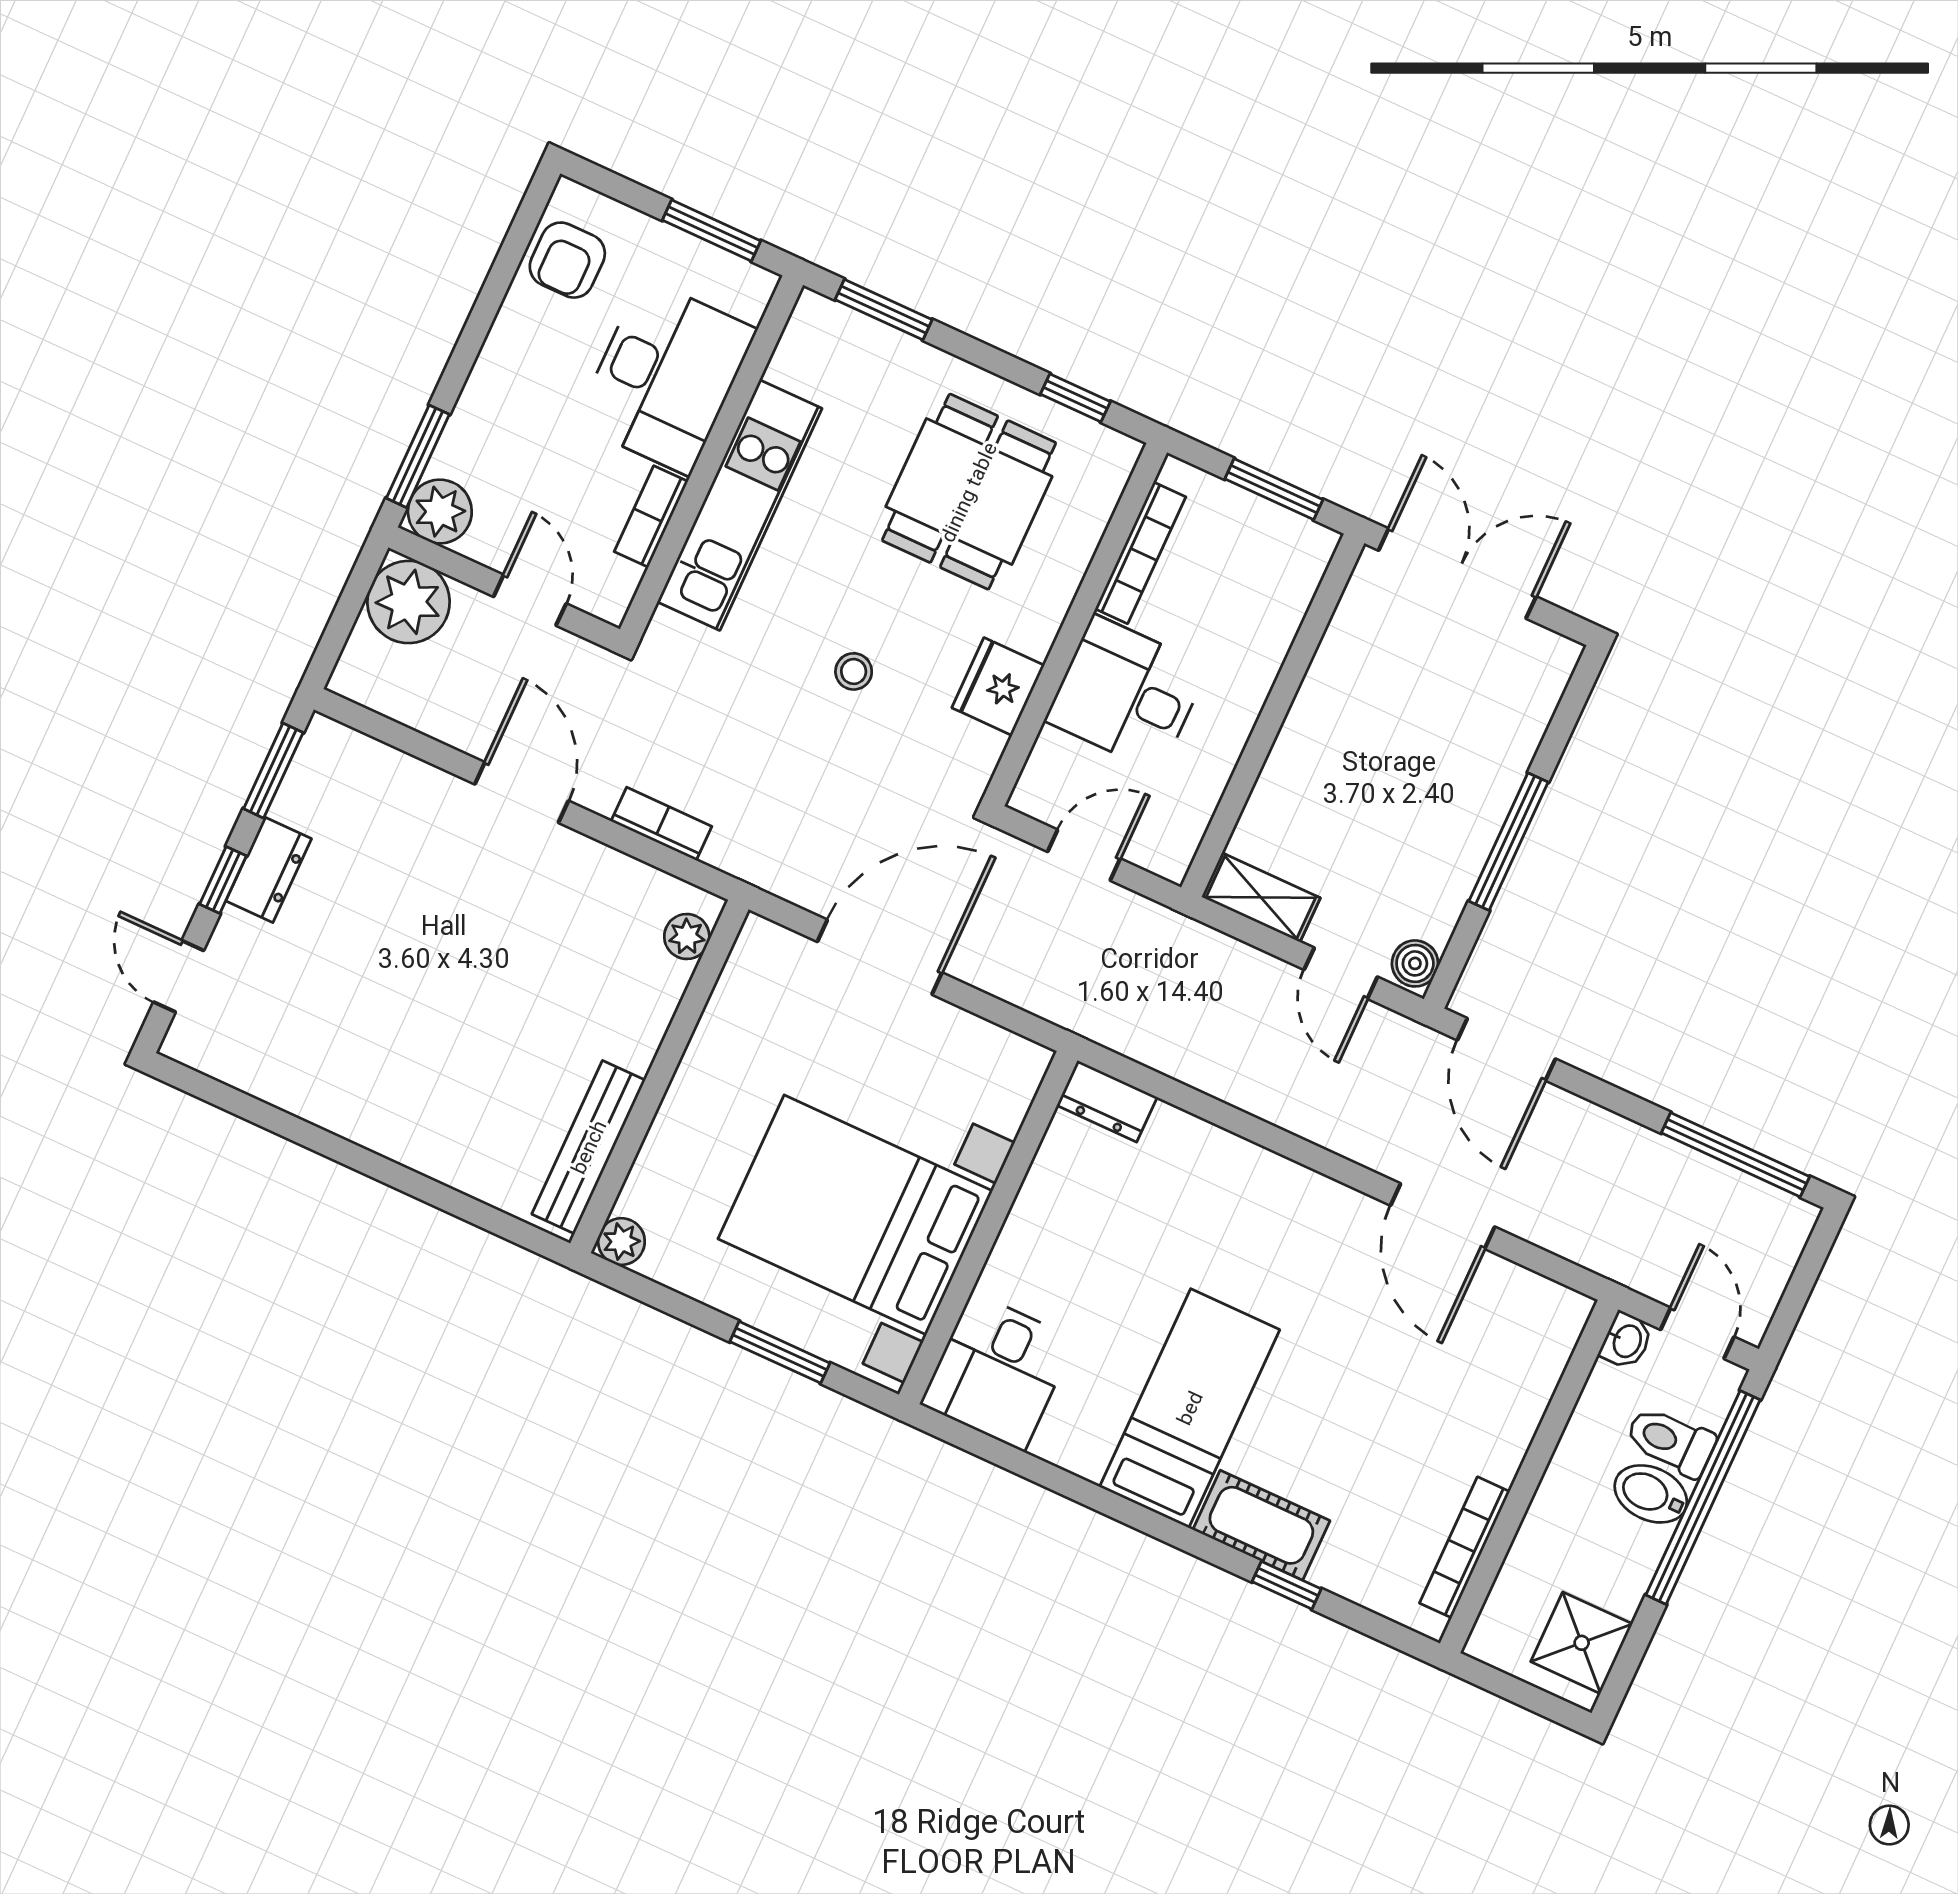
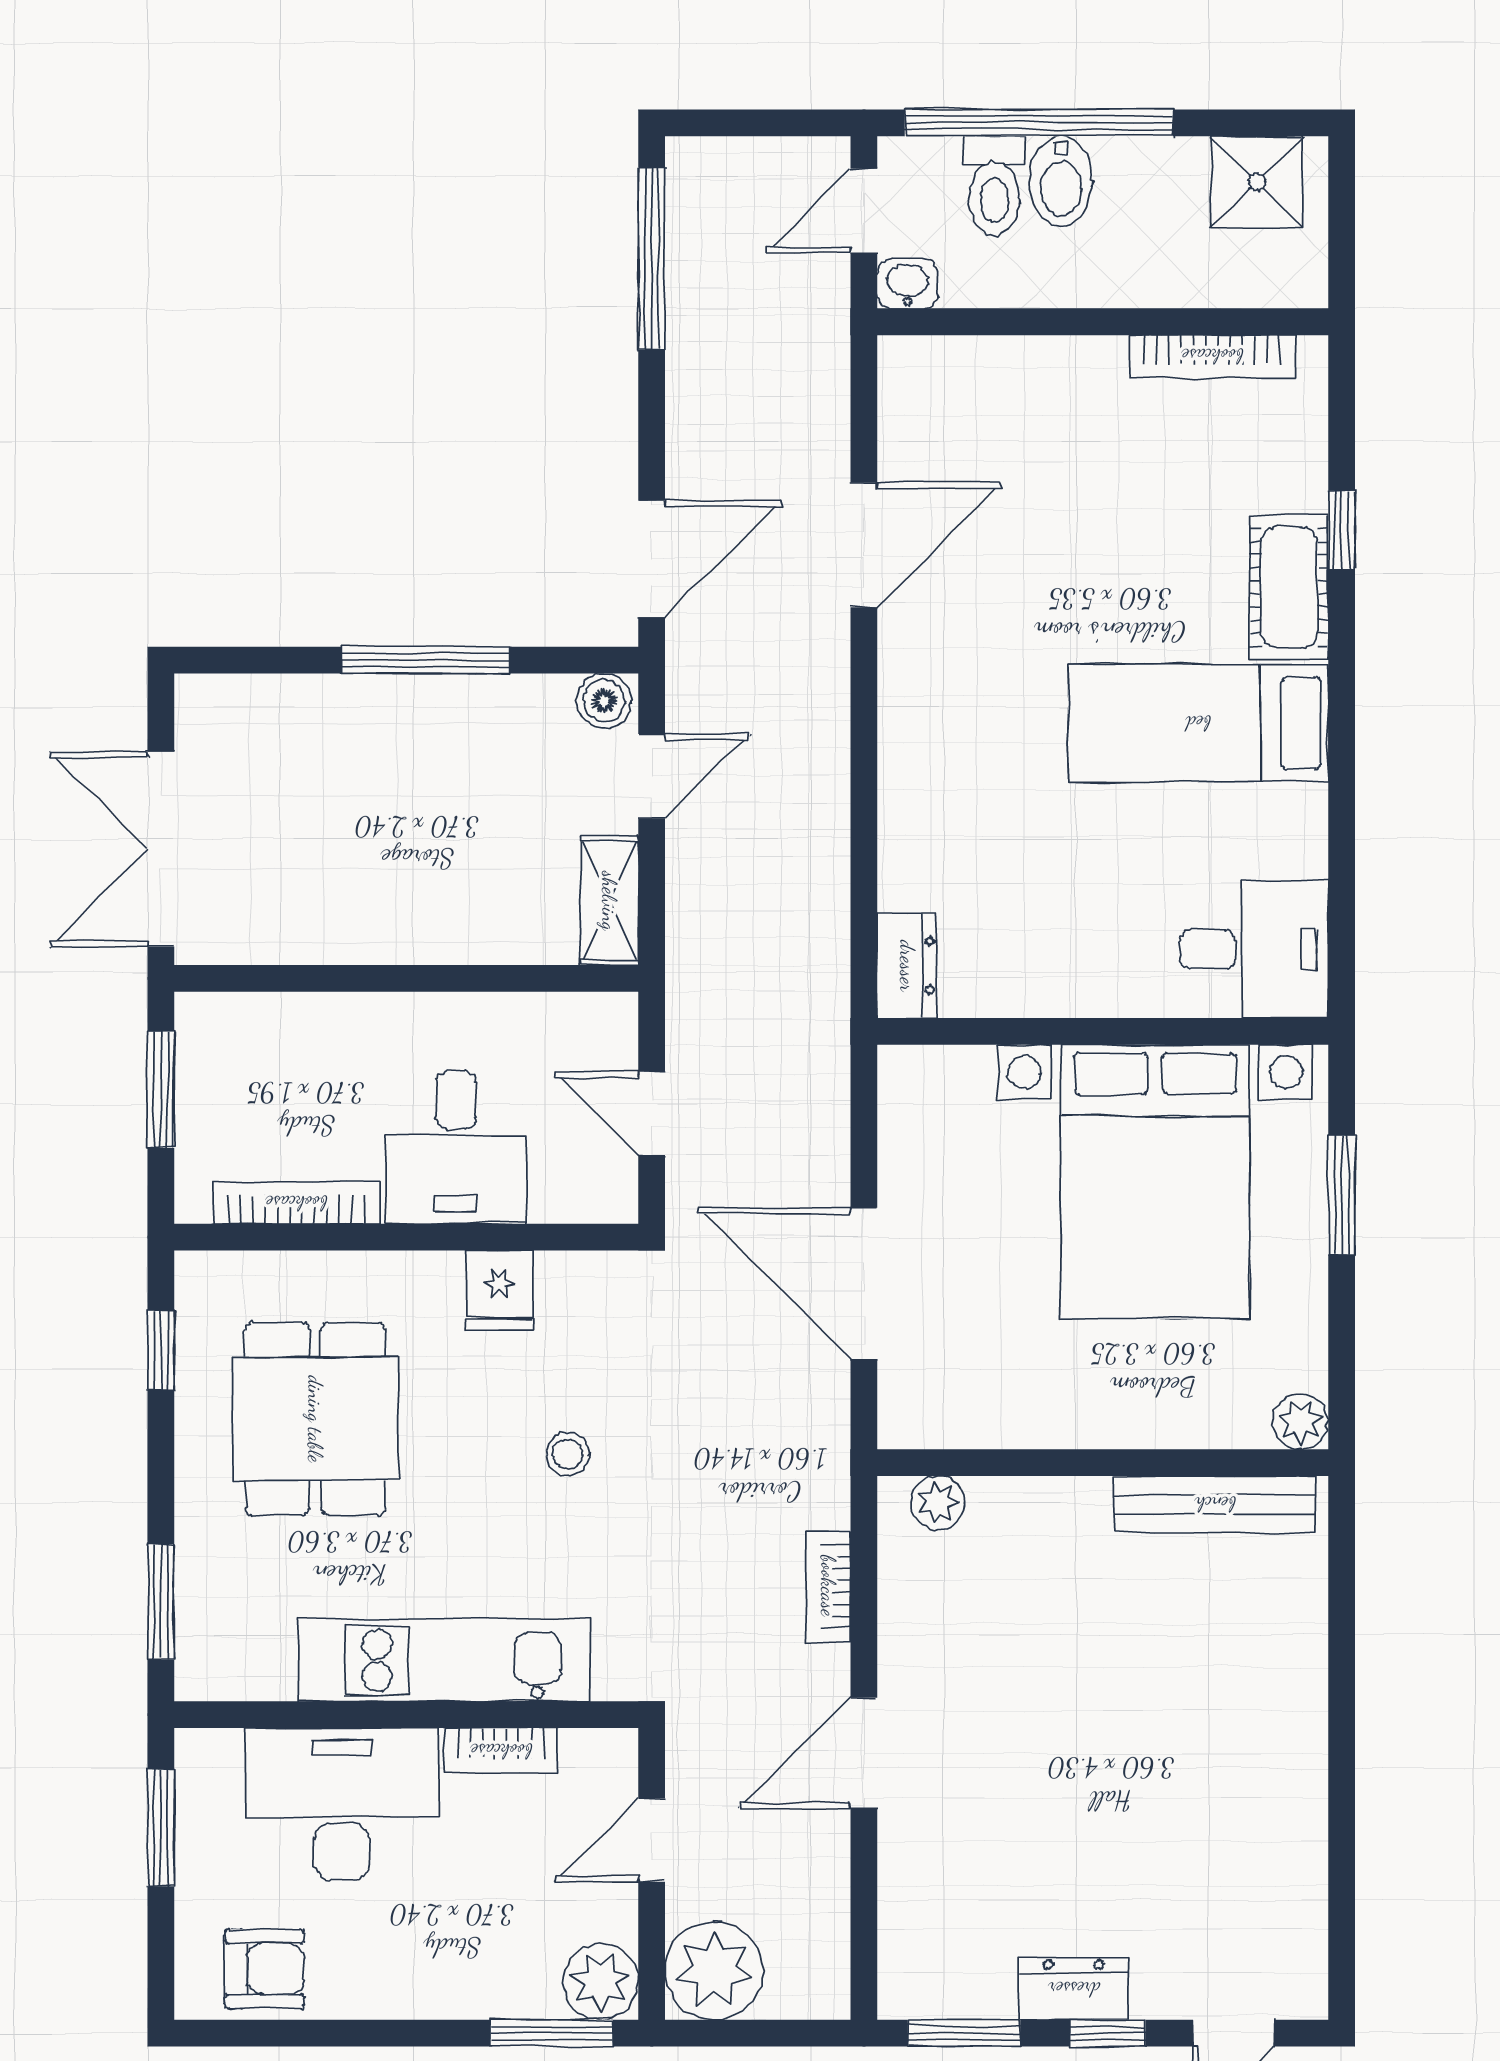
dining table: (969, 492) -> (315, 1419), turned 90
fridge: (998, 687) -> (499, 1290), width x0.72

